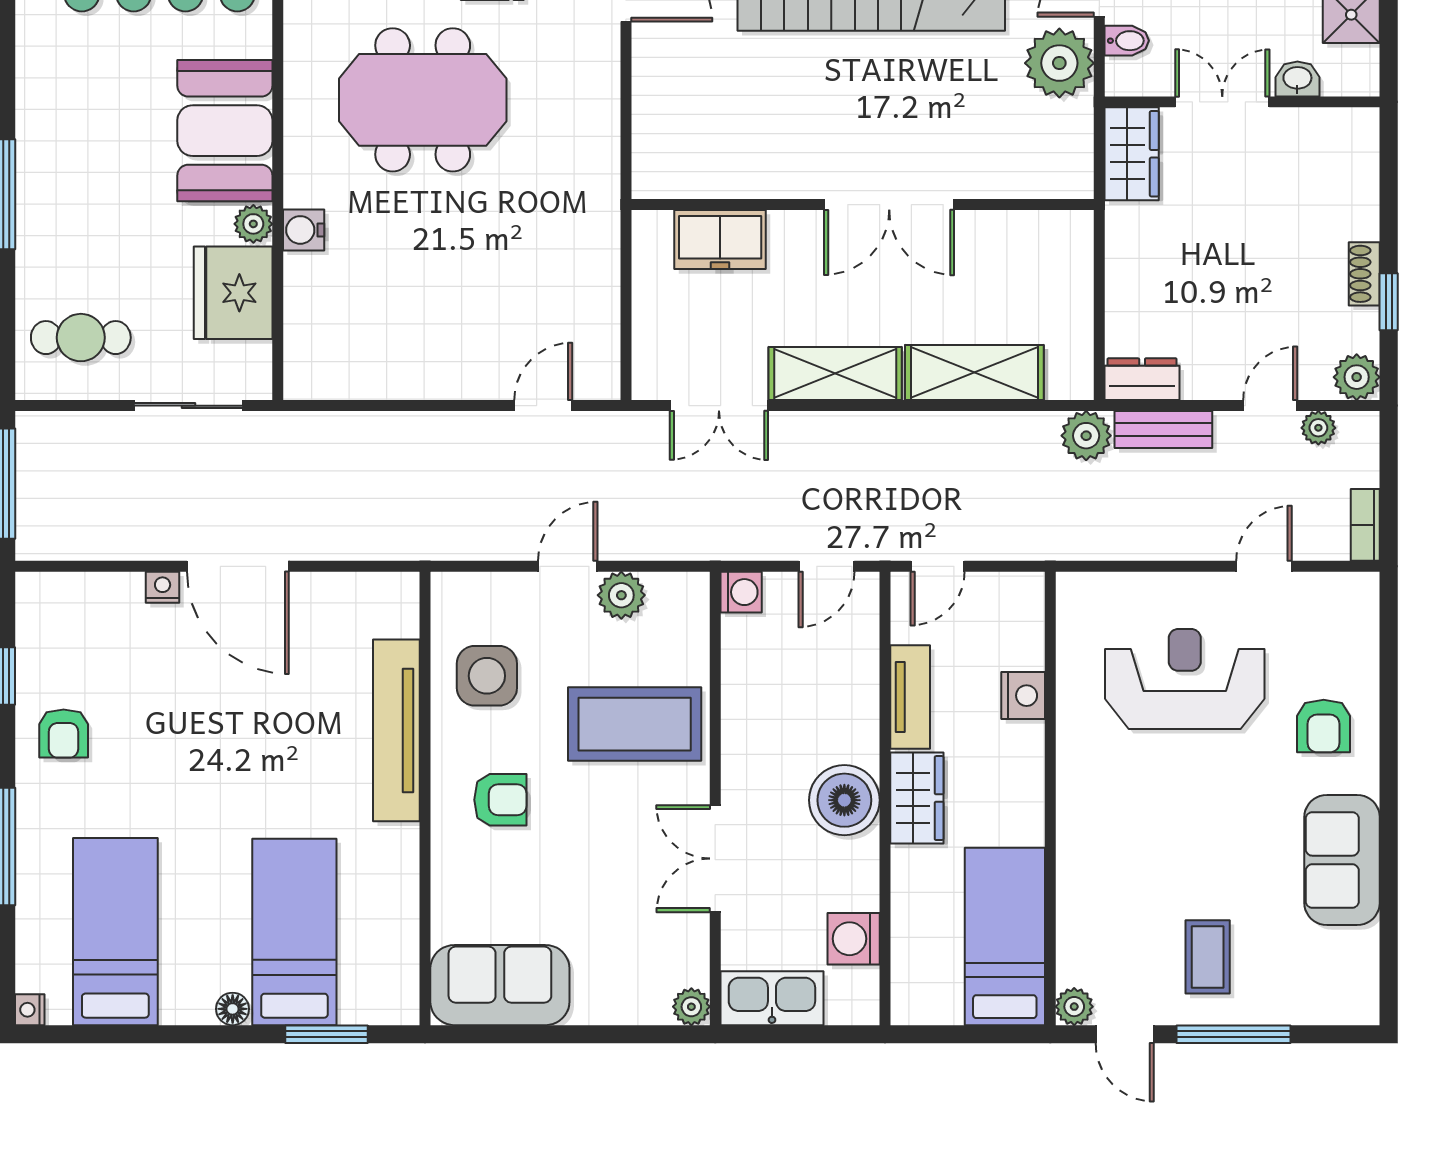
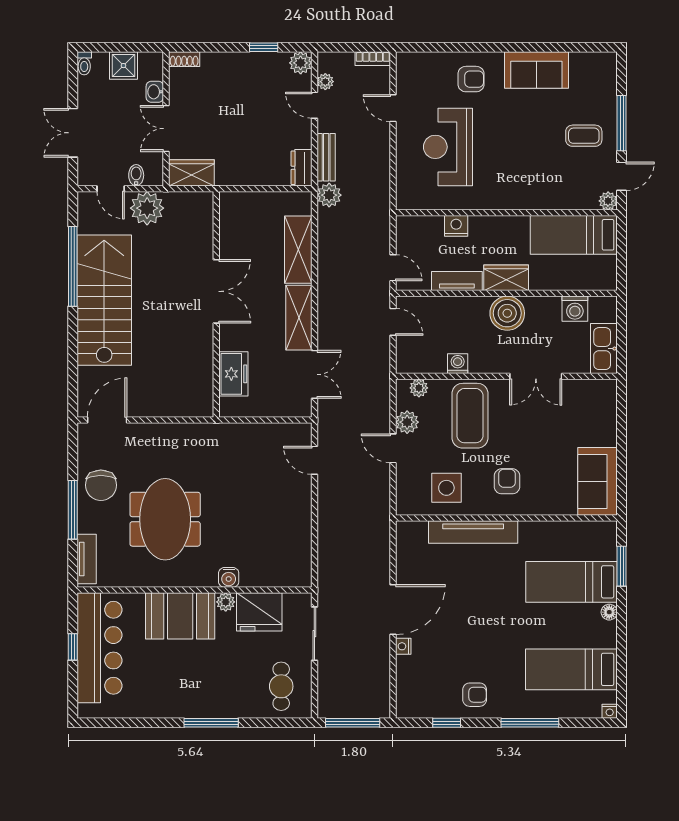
shoe rack: (1364, 274) -> (184, 59), moved
washing machine: (741, 592) -> (458, 364), moved
plant: (691, 1007) -> (419, 388), moved

